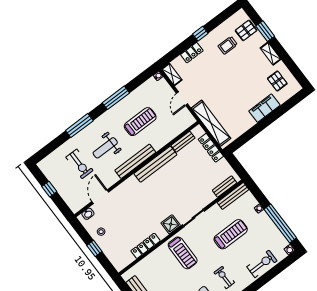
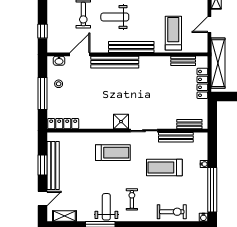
treadmill: (140, 122) -> (173, 33), moved, turned -90
bench: (155, 164) -> (115, 62), moved
window: (49, 189) -> (43, 31), moved
bench: (233, 196) -> (176, 137), moved
treadmill: (231, 234) -> (164, 167), turned 180
locker: (146, 246) -> (63, 124), moved
window: (94, 248) -> (43, 94), width x2.17
treadmill: (183, 253) -> (113, 153), turned -90

